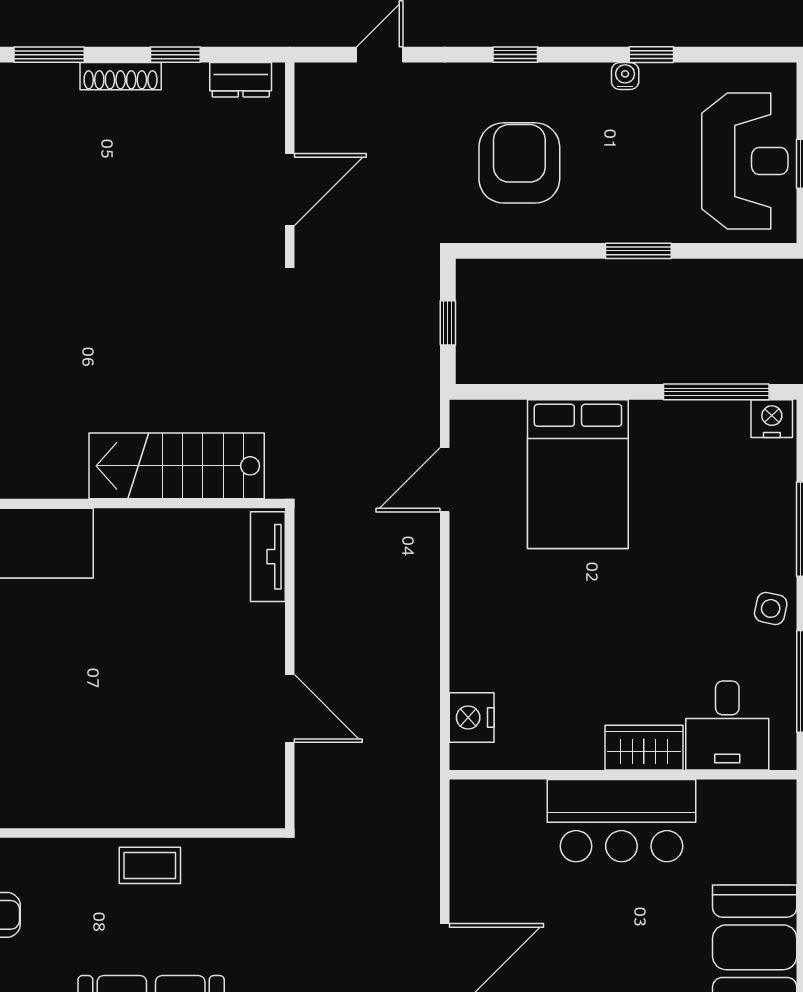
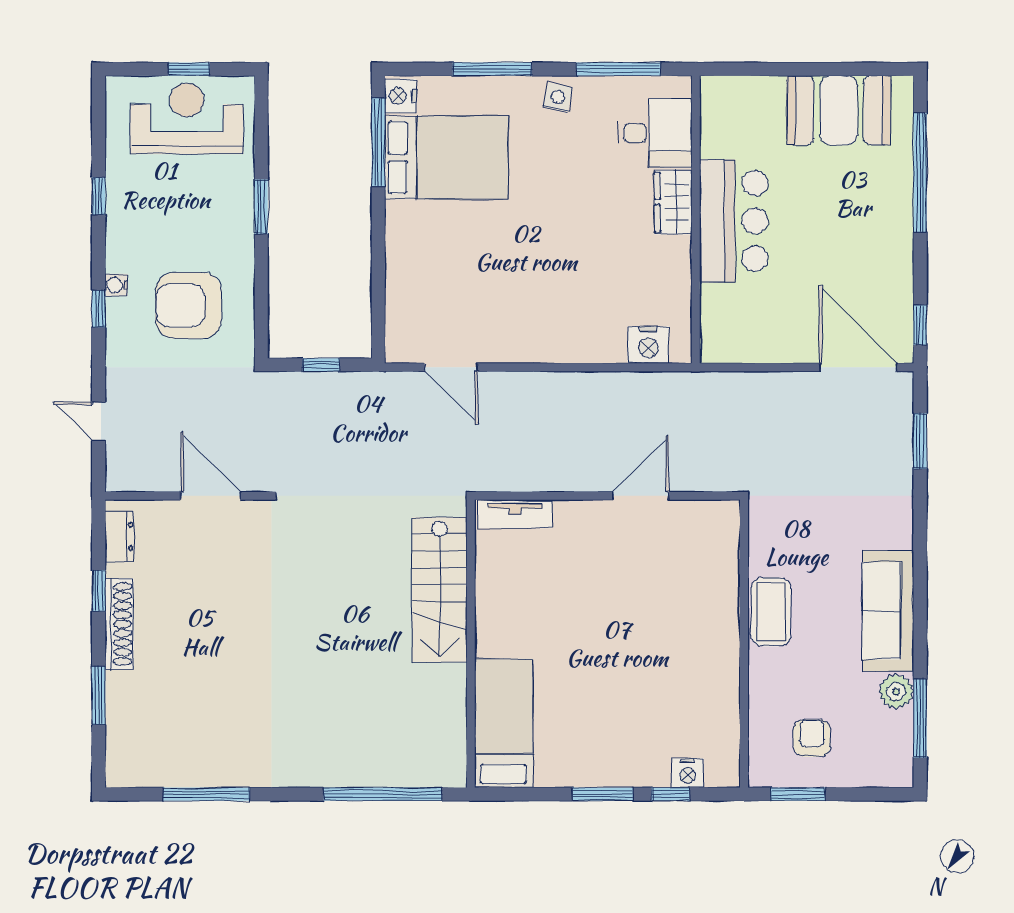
shoe rack: (121, 76) -> (119, 624), width x1.36, depth x1.24
water cooler: (625, 76) -> (116, 285), moved
bed: (578, 474) -> (446, 157), moved
coffee table: (150, 865) -> (771, 612), width x1.36, depth x1.30

